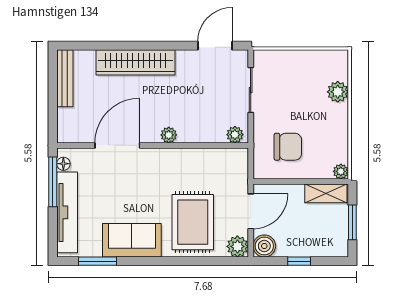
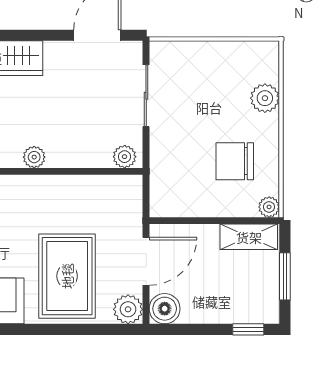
chair: (288, 147) -> (235, 161), moved, turned 180
window: (299, 261) -> (248, 329), moved

